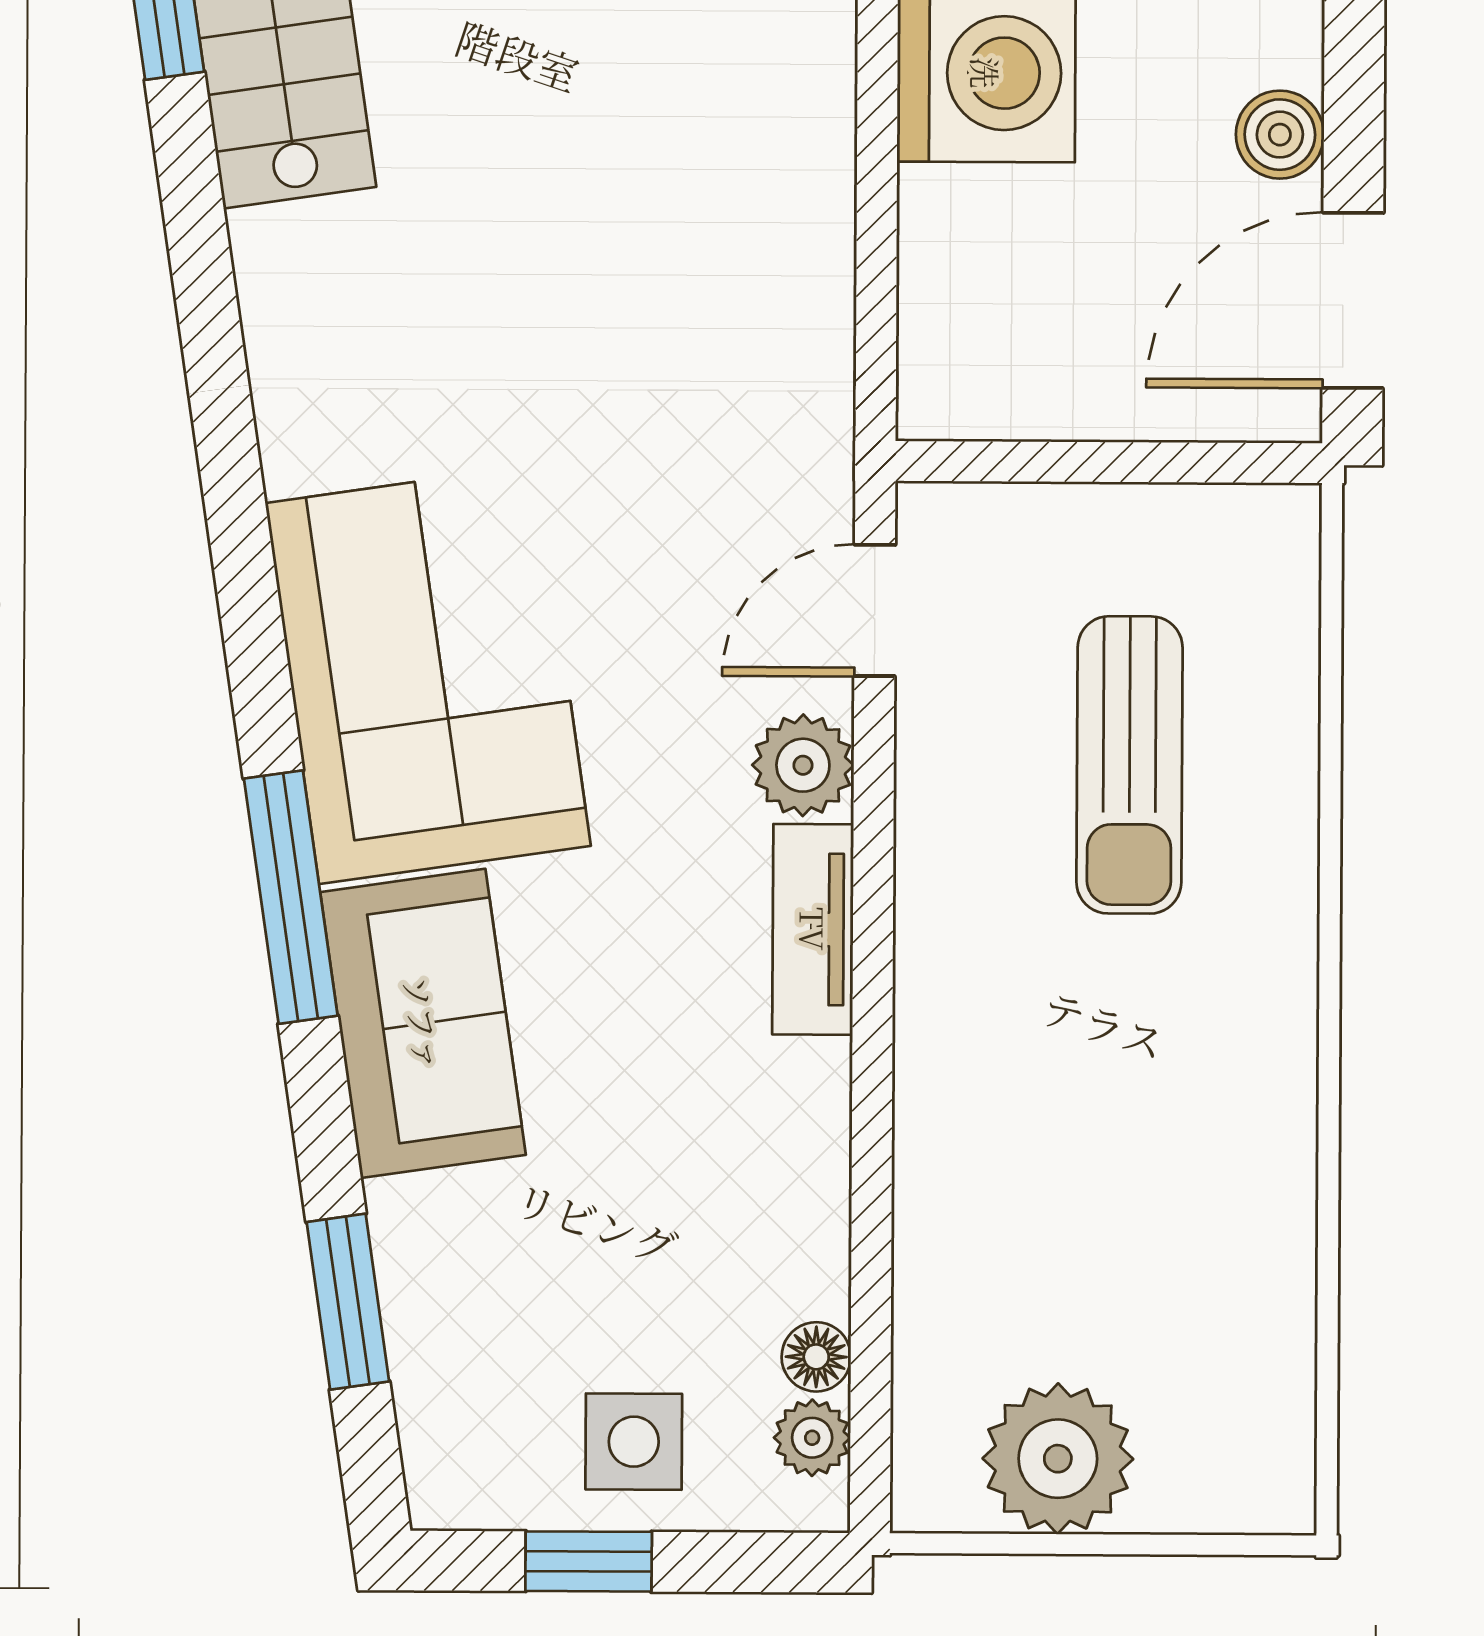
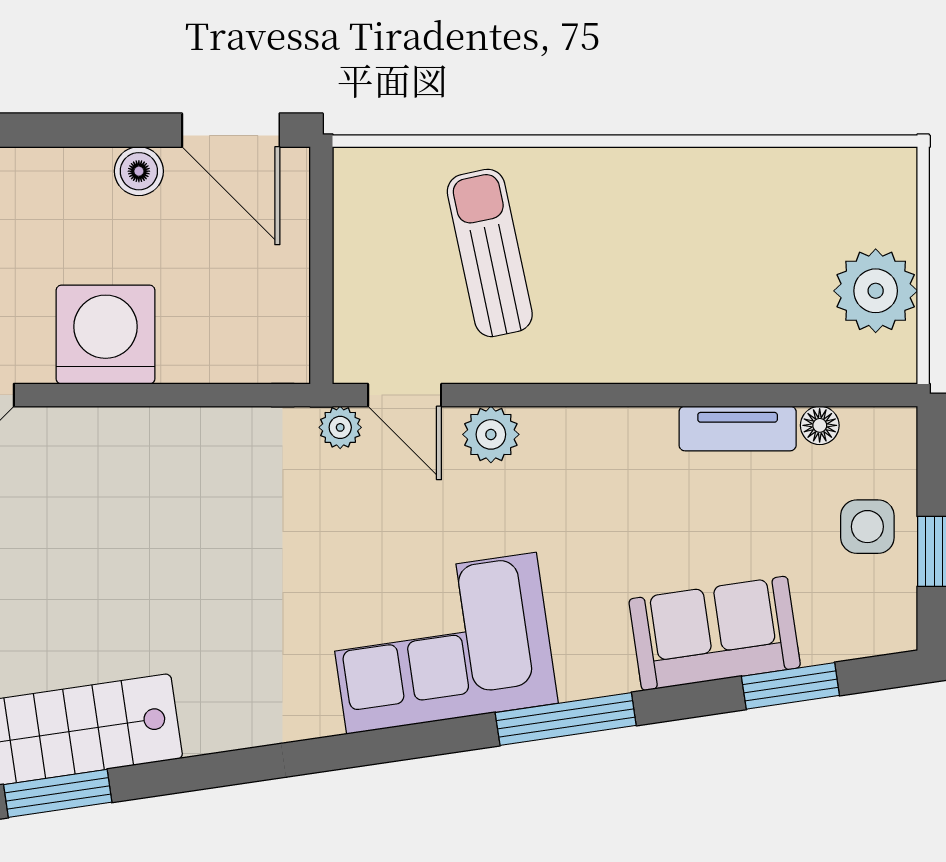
sun lounger: (1129, 765) -> (490, 253), turned -102
tv unit: (813, 929) -> (738, 428), moved
sofa: (423, 1023) -> (715, 633), moved
plant: (812, 1438) -> (340, 427), moved

